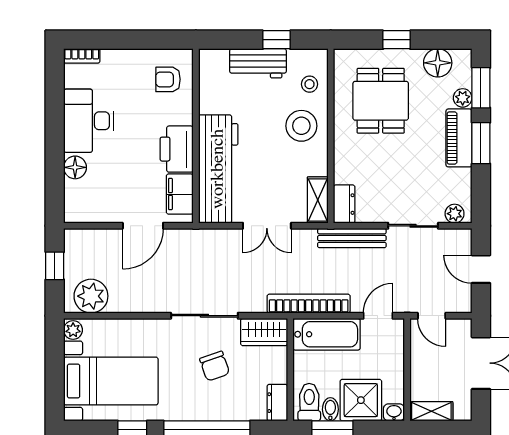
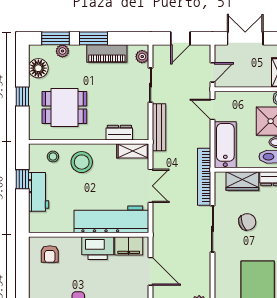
piano: (459, 138) -> (107, 54), moved
dresser: (344, 204) -> (119, 133), moved
bookcase: (309, 304) -> (204, 177), moved
wardrobe: (264, 332) -> (242, 181), moved, turned 90

